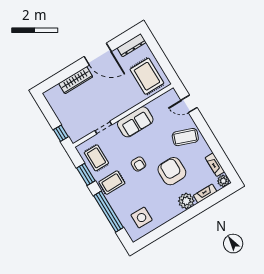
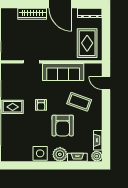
sofa: (135, 122) -> (63, 72), width x1.36
coffee table: (185, 137) -> (79, 102), moved
rug: (96, 158) -> (12, 81), removed
armchair: (172, 171) -> (63, 126), turned 180
side table: (142, 218) -> (40, 153), moved

